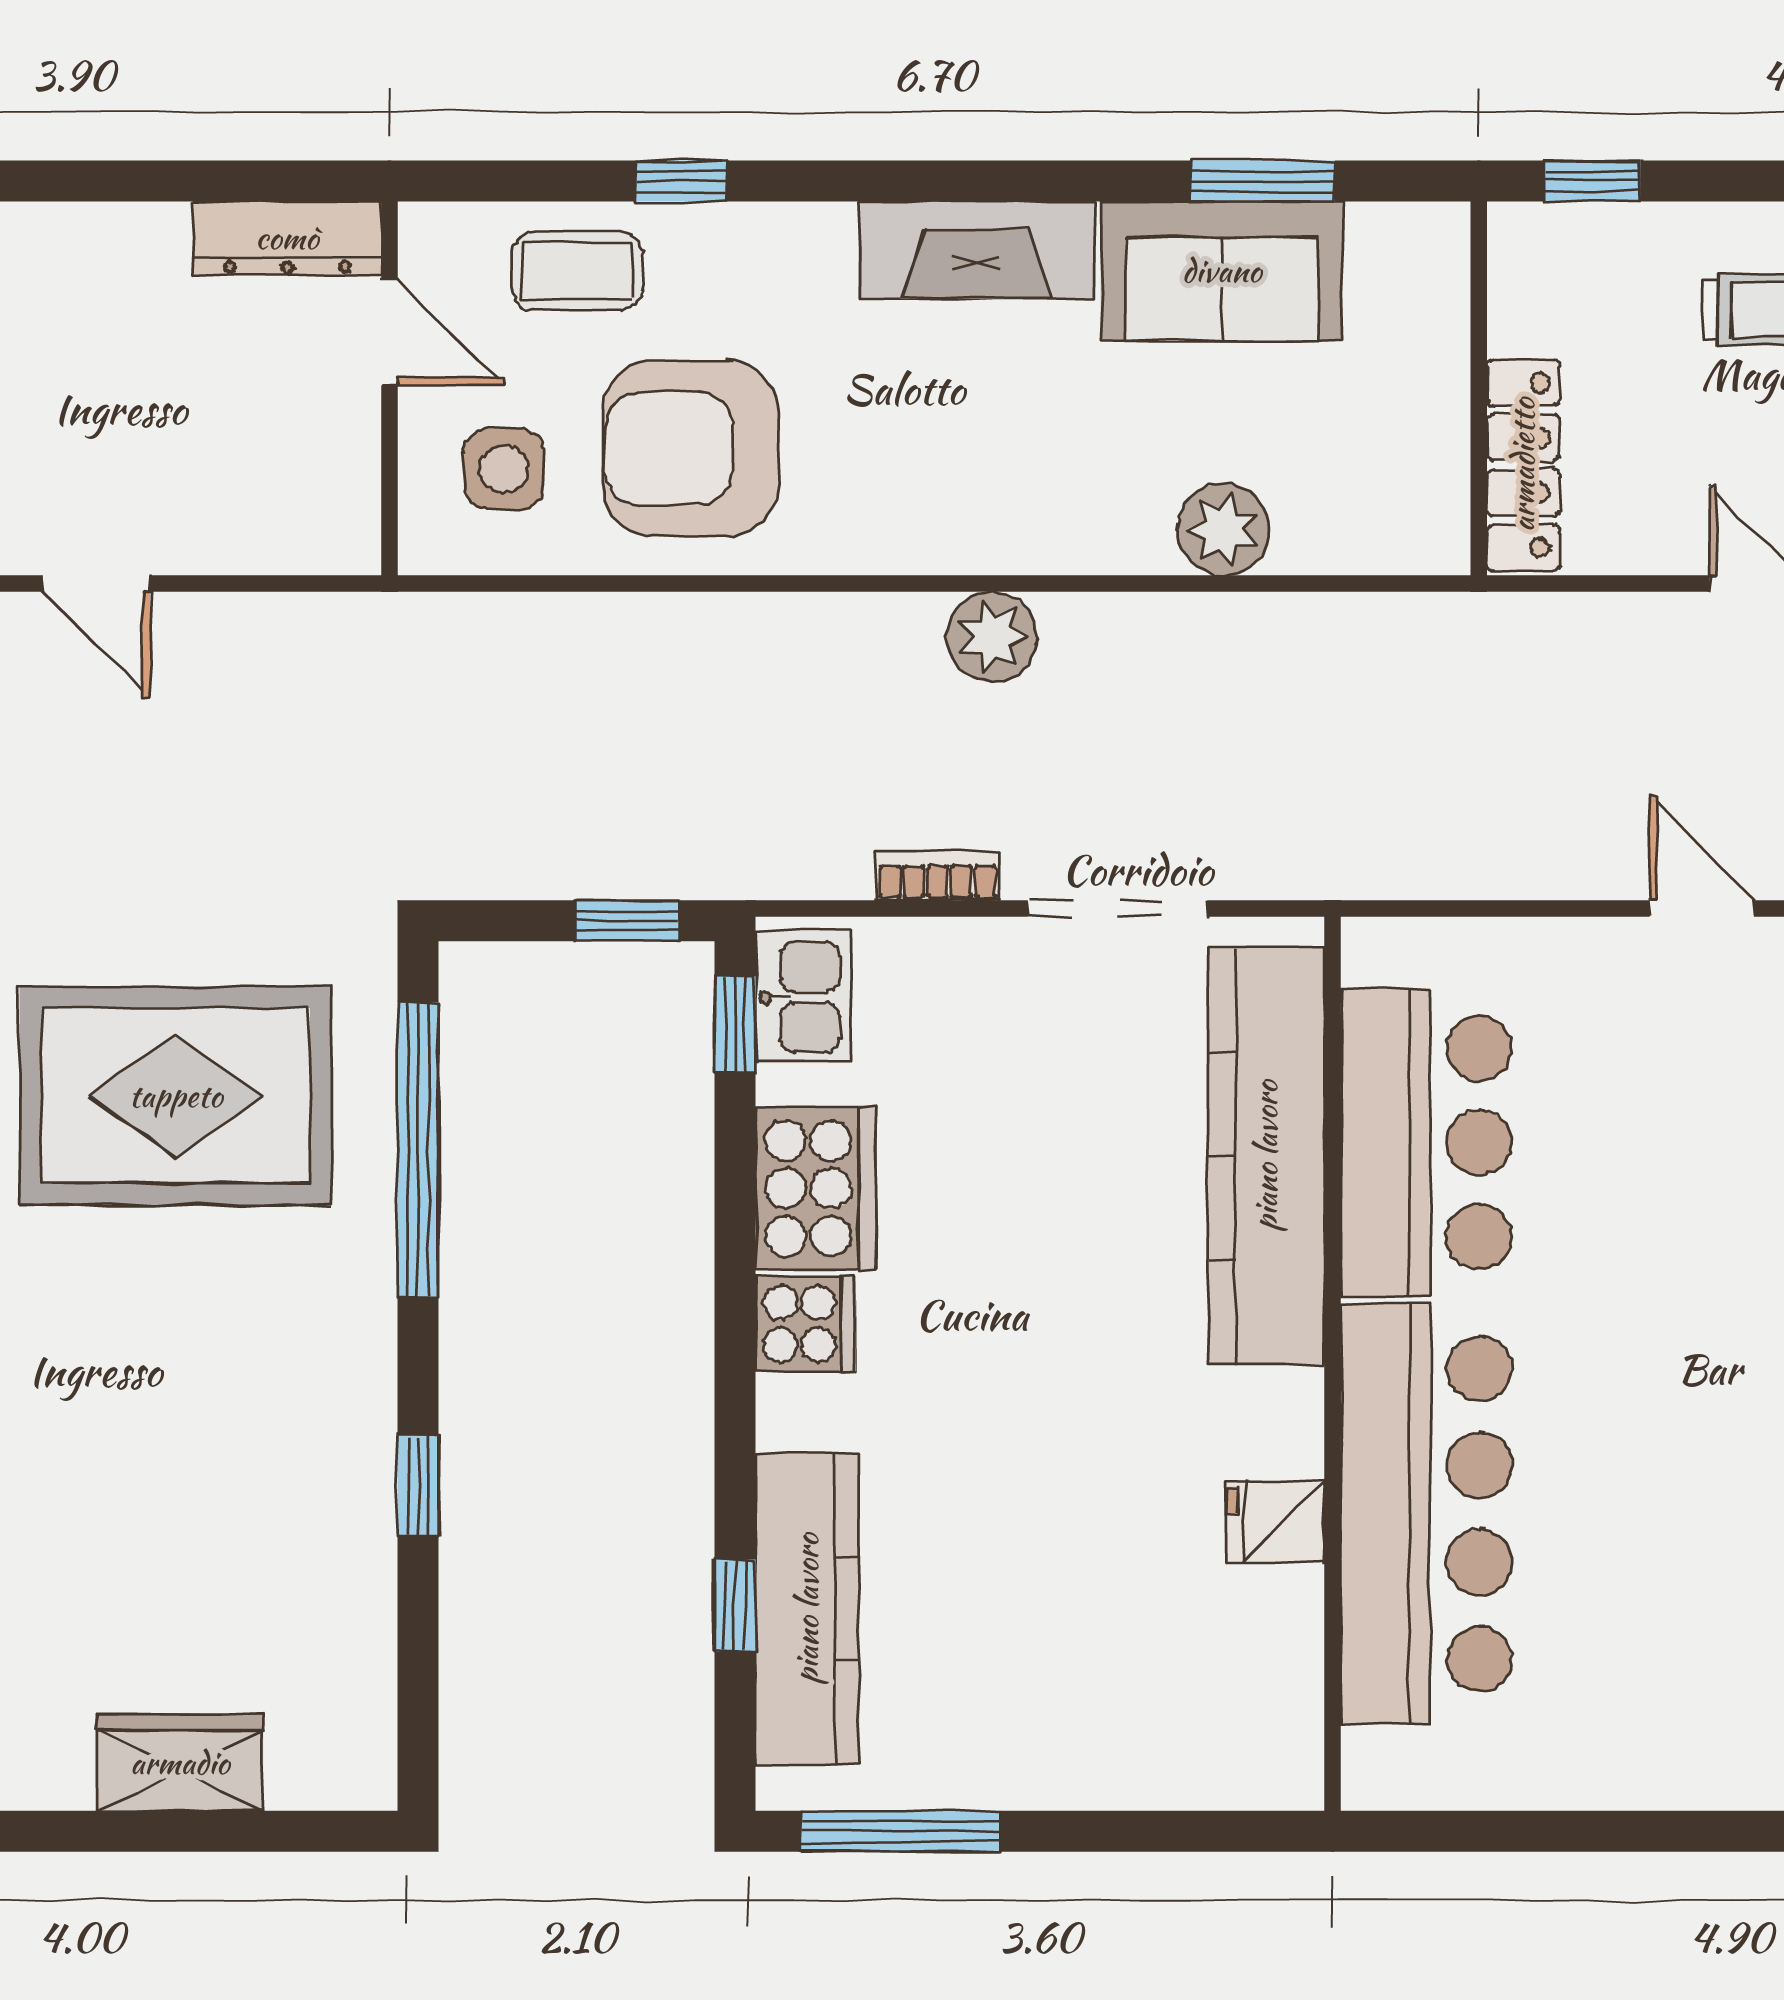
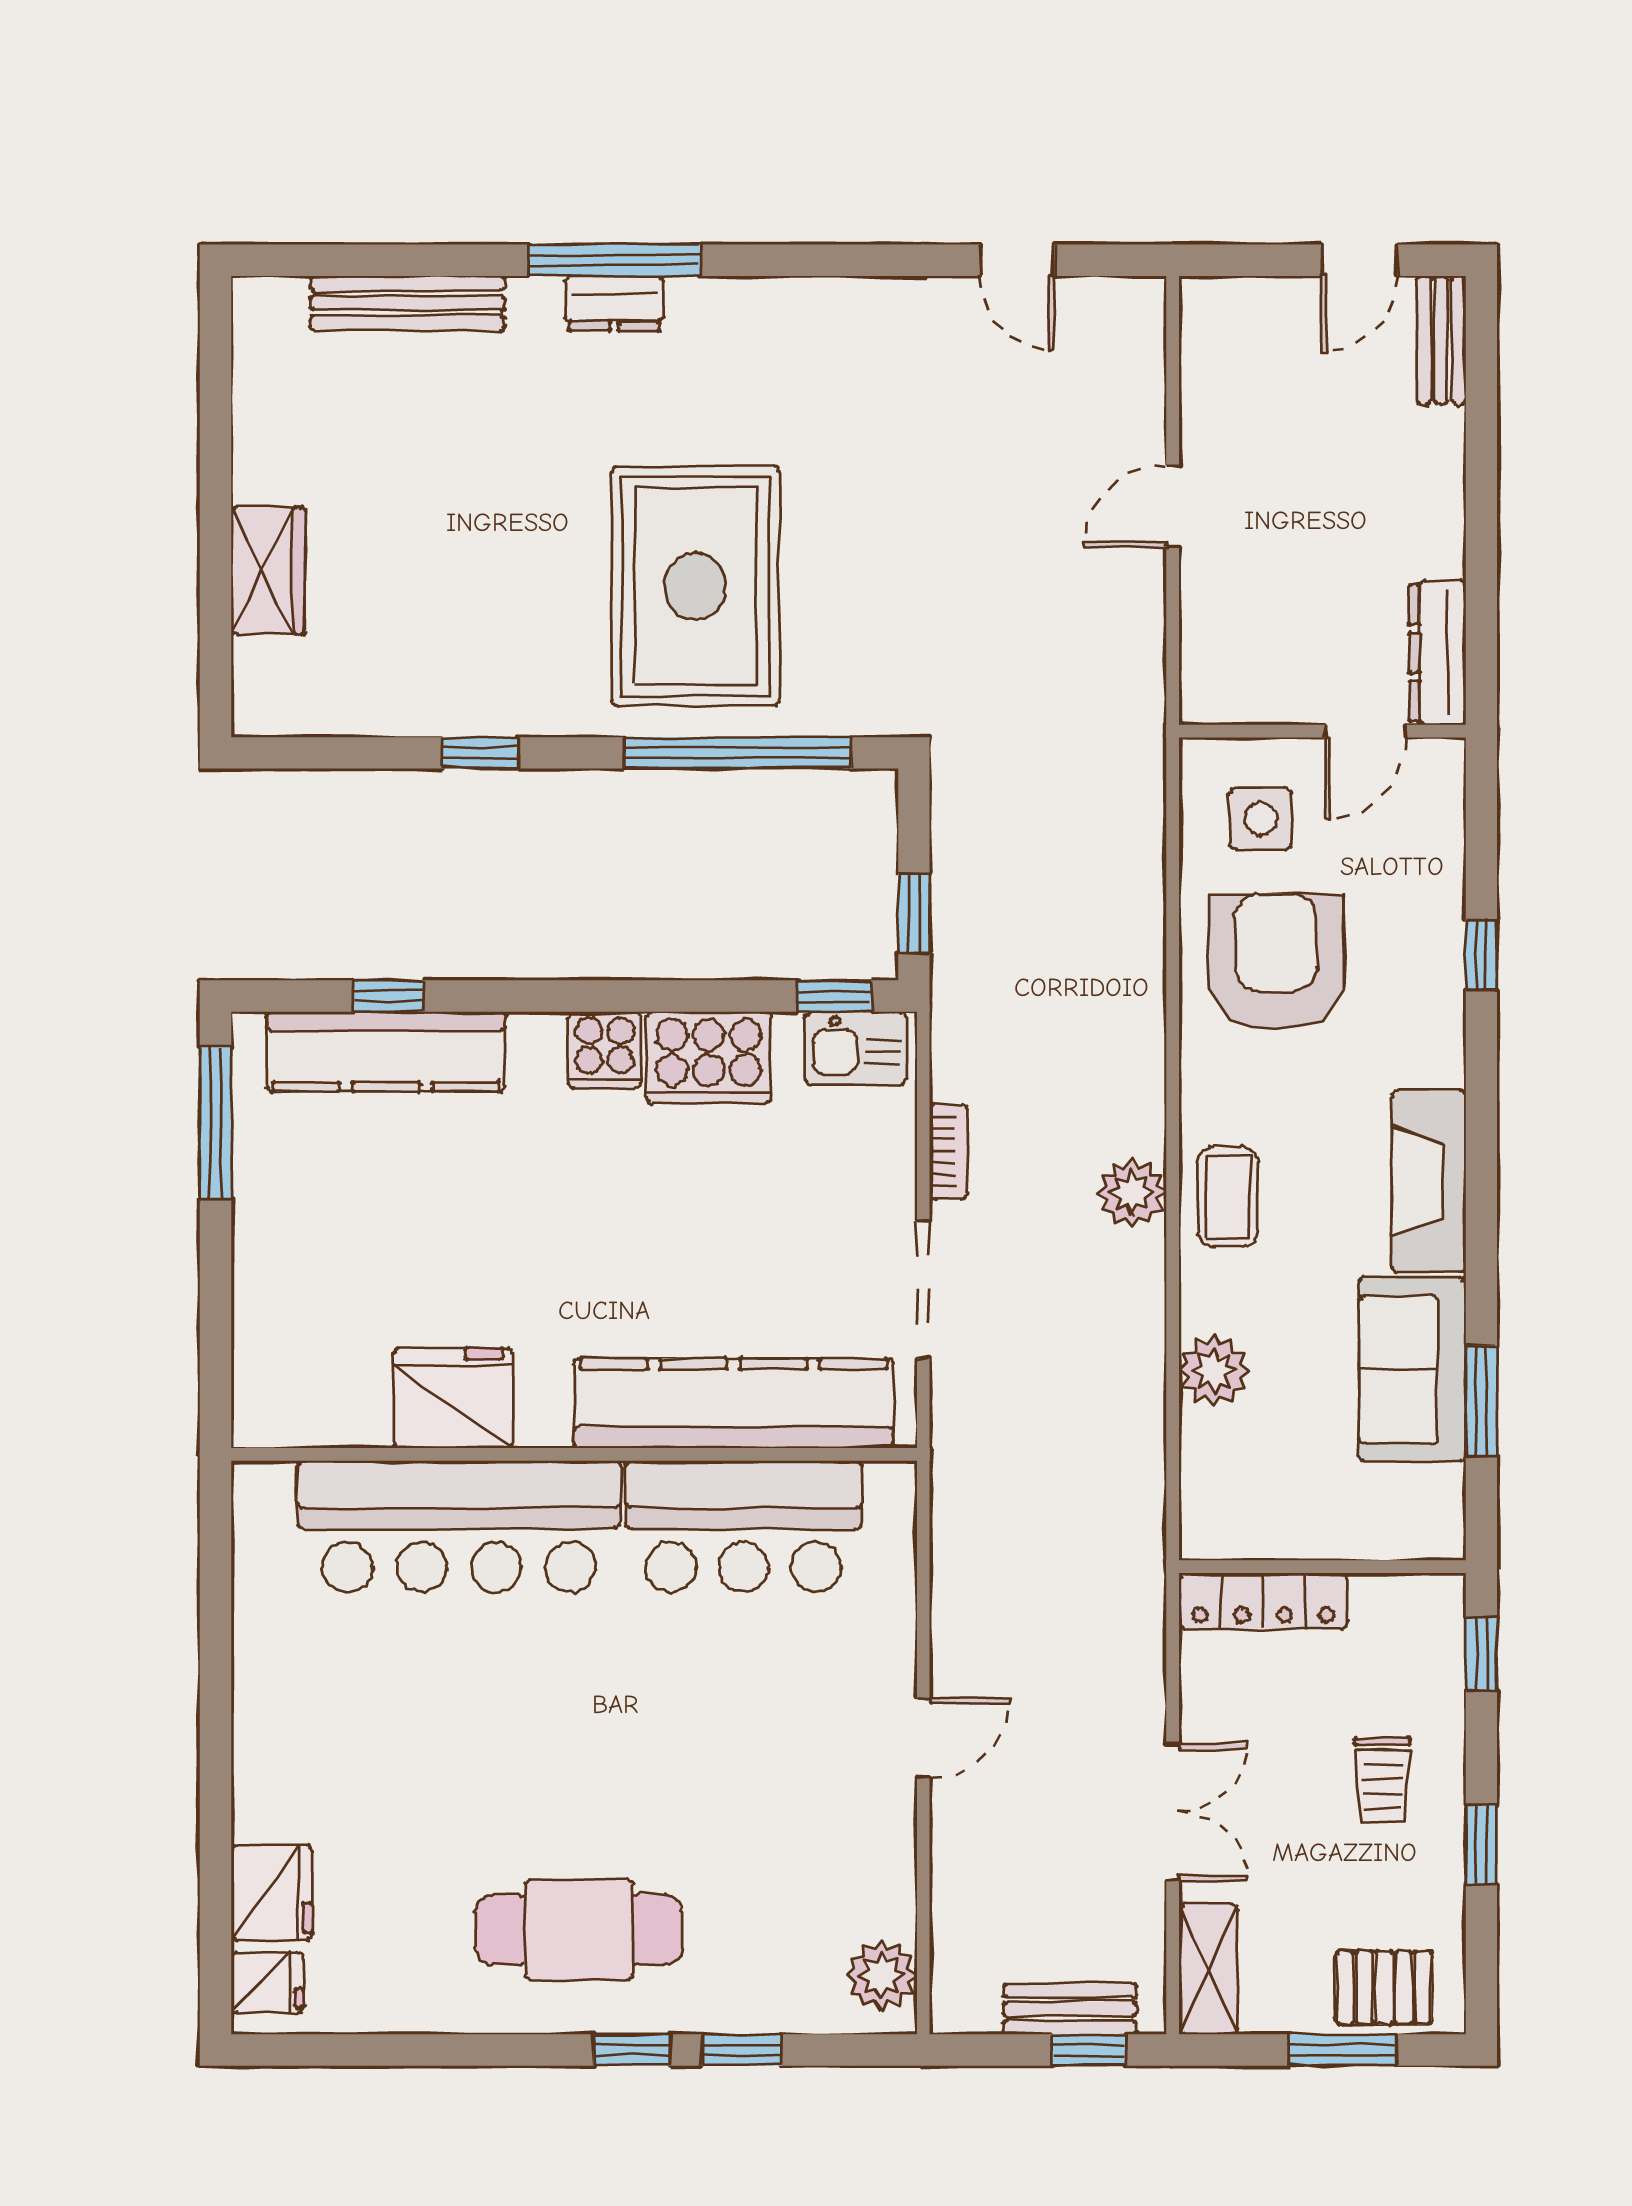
coffee table: (577, 271) -> (1228, 1197), moved
rug: (176, 1096) -> (695, 586), moved
fridge: (1275, 1521) -> (453, 1398), width x1.88, depth x1.34

